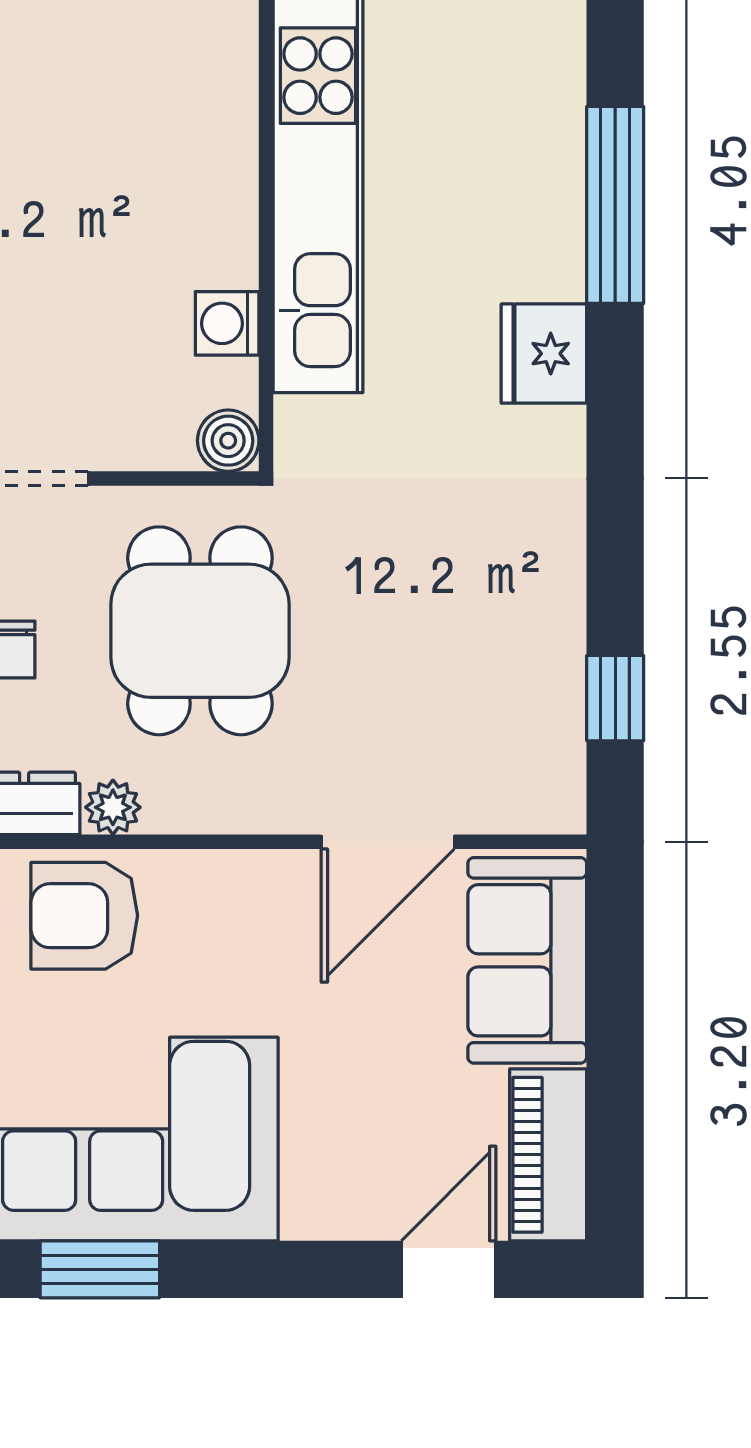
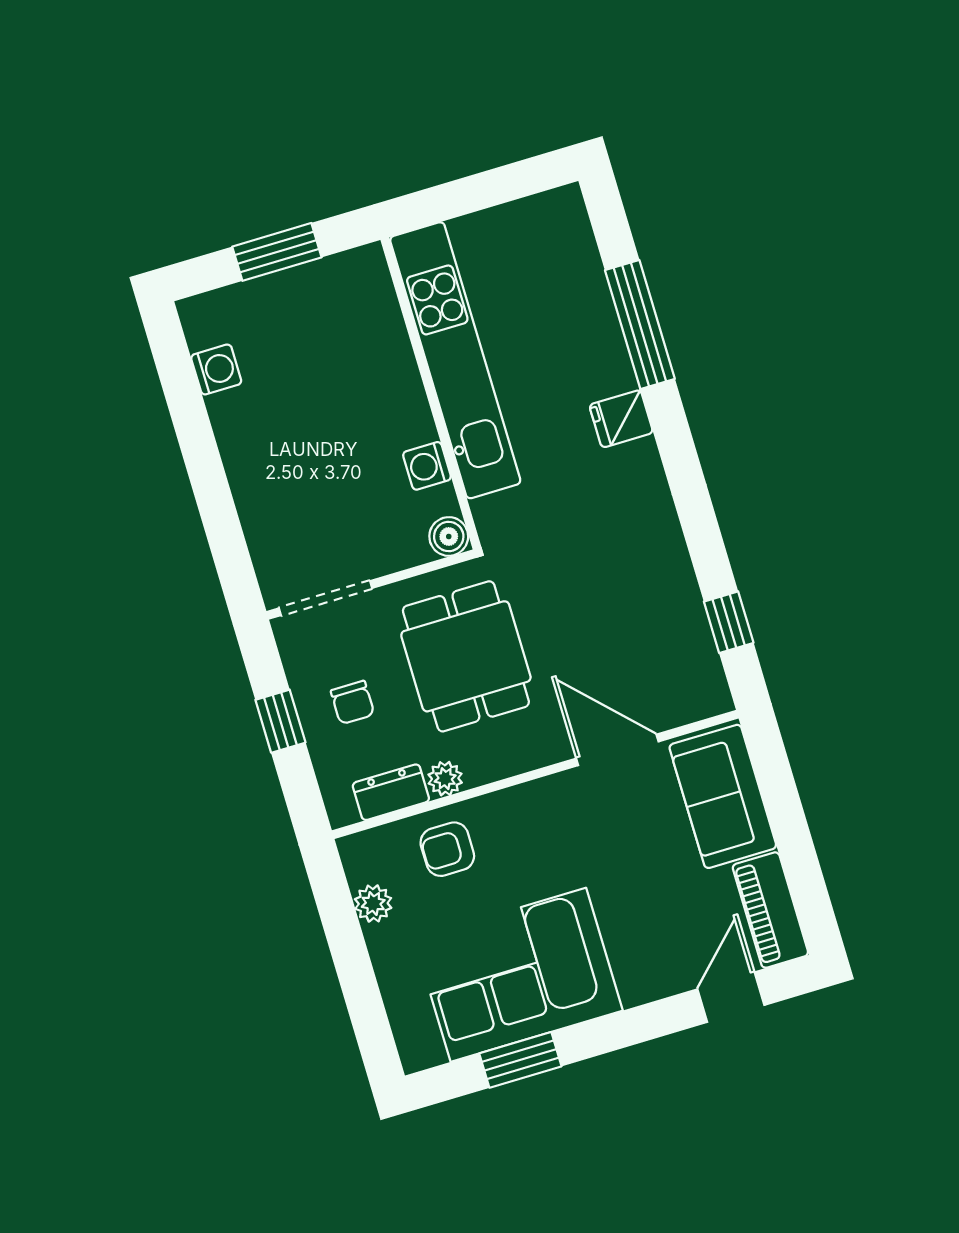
fridge: (544, 354) -> (621, 419), width x0.72
door: (388, 842) -> (617, 750), swing flipped
armchair: (84, 916) -> (447, 849), width x0.72, depth x0.72

